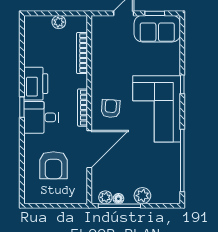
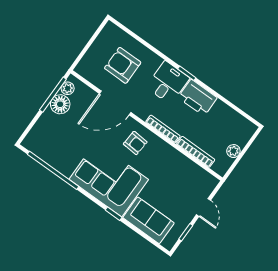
sofa: (157, 29) -> (149, 220), moved, turned 90
bookcase: (83, 108) -> (163, 129), moved
door: (89, 149) -> (115, 103), hinge flipped
plant: (142, 196) -> (48, 119), removed
floor lamp: (118, 199) -> (60, 104), width x1.89, depth x1.89

